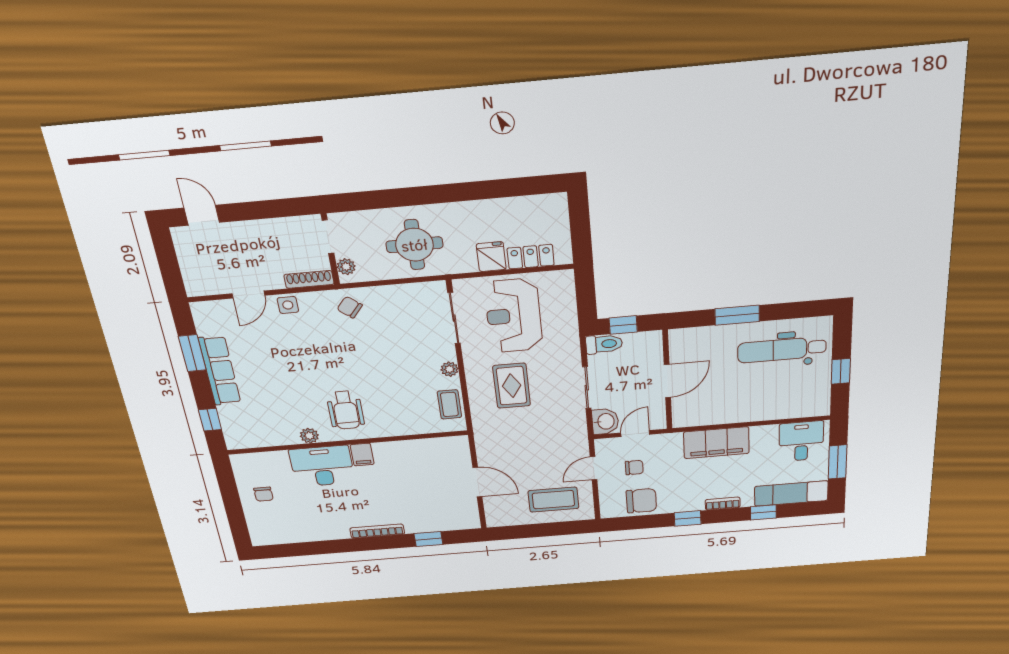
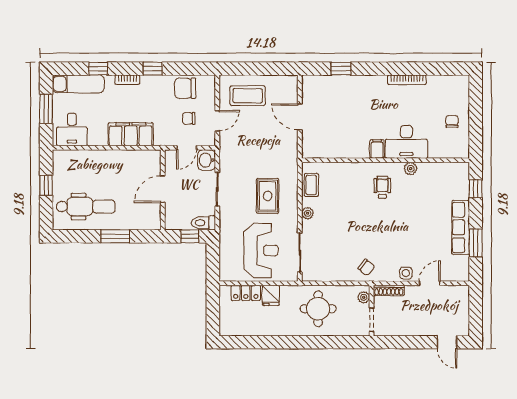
wheelchair: (345, 410) -> (382, 187), width x0.73, depth x0.73
bookcase: (377, 531) -> (407, 80), moved

